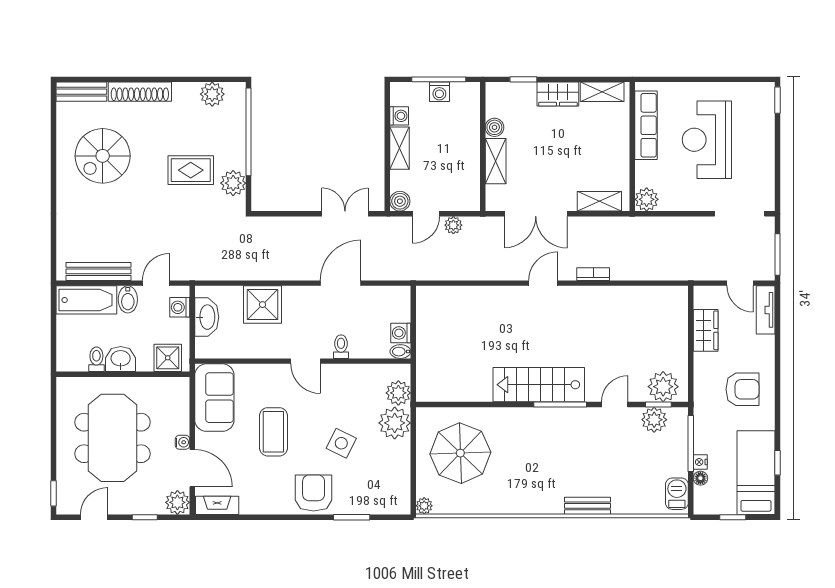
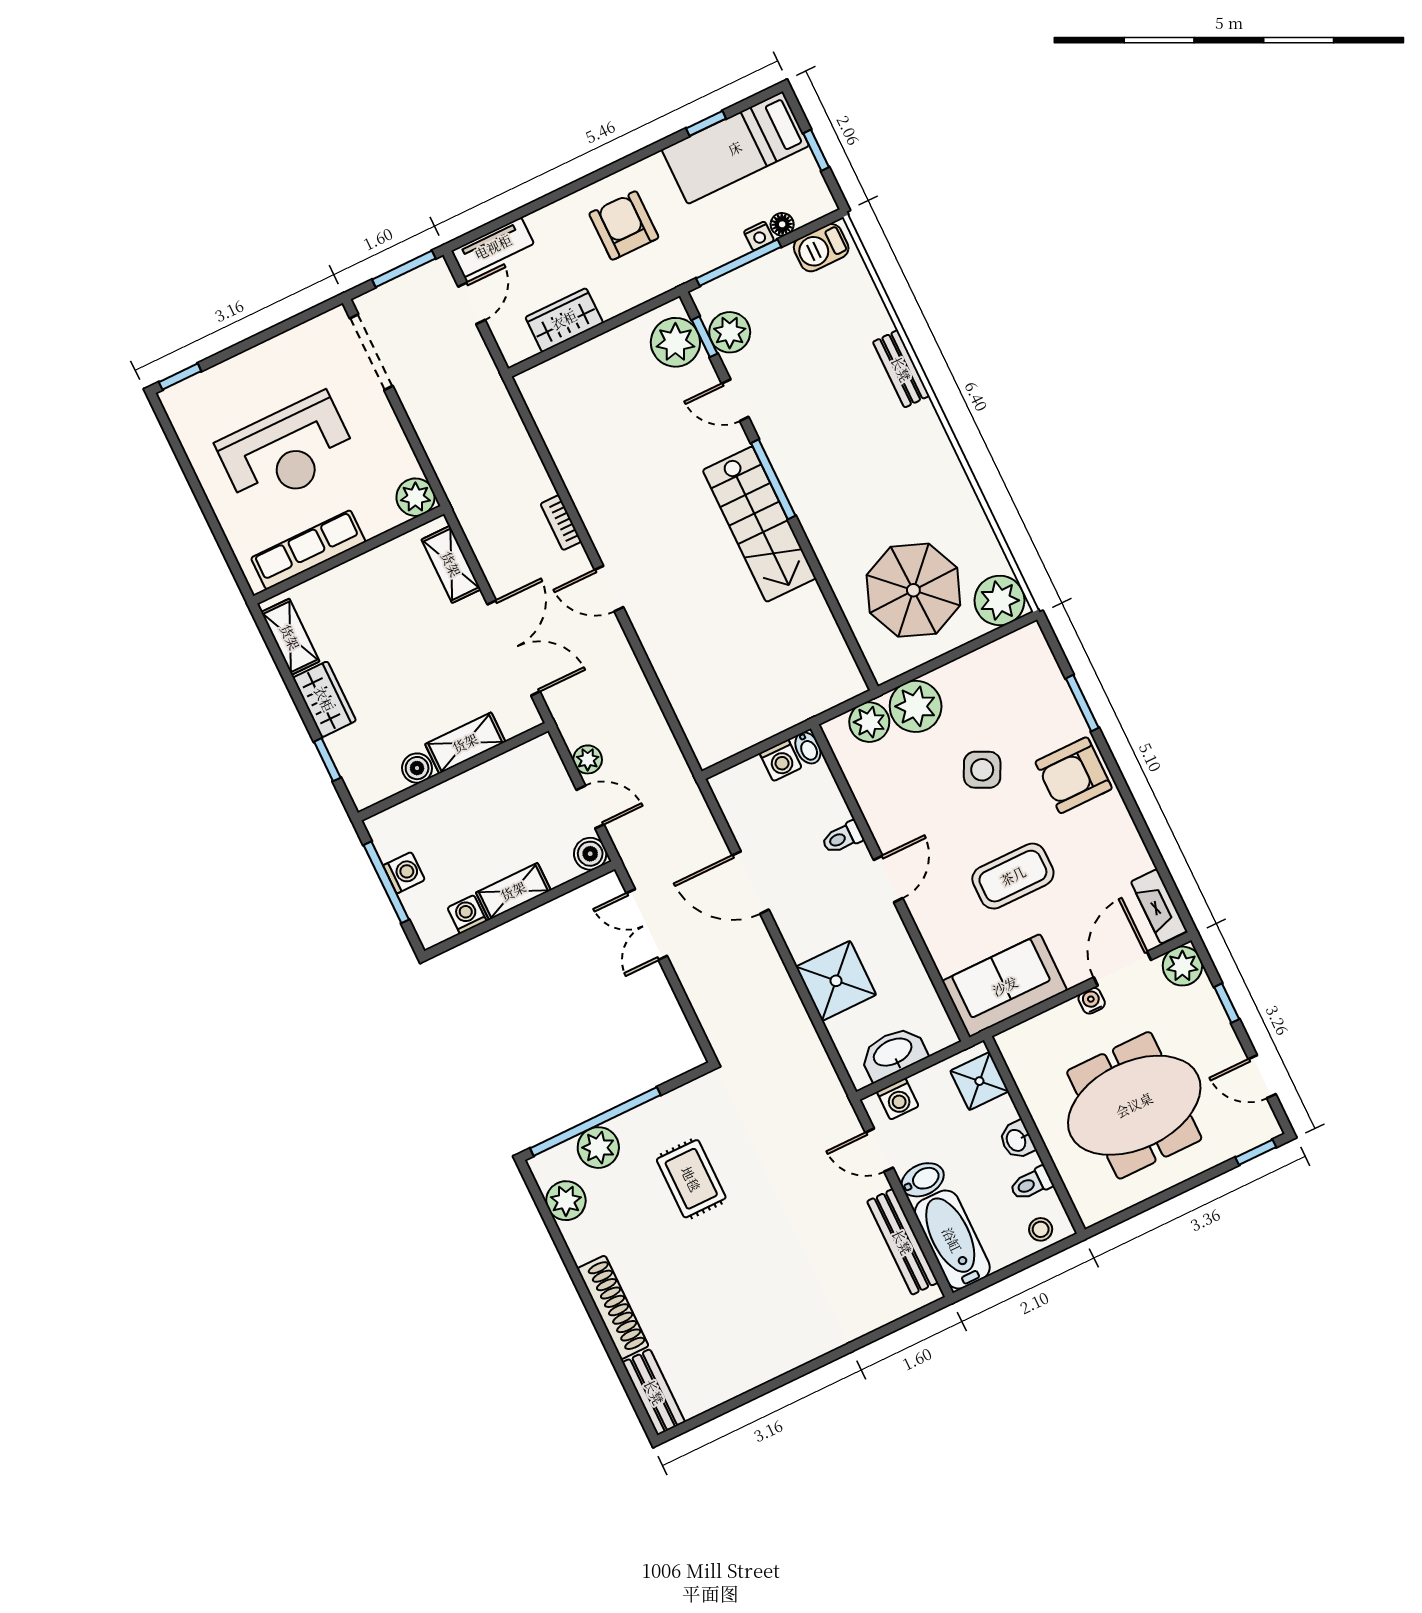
spiral stairs: (103, 156) -> (732, 1317), removed
plant: (233, 183) -> (598, 1148), moved
stool: (68, 352) -> (1041, 1229), added
washbasin: (121, 359) -> (1017, 1140), width x0.72, depth x0.69
plant: (424, 506) -> (999, 600), width x1.88, depth x1.88

